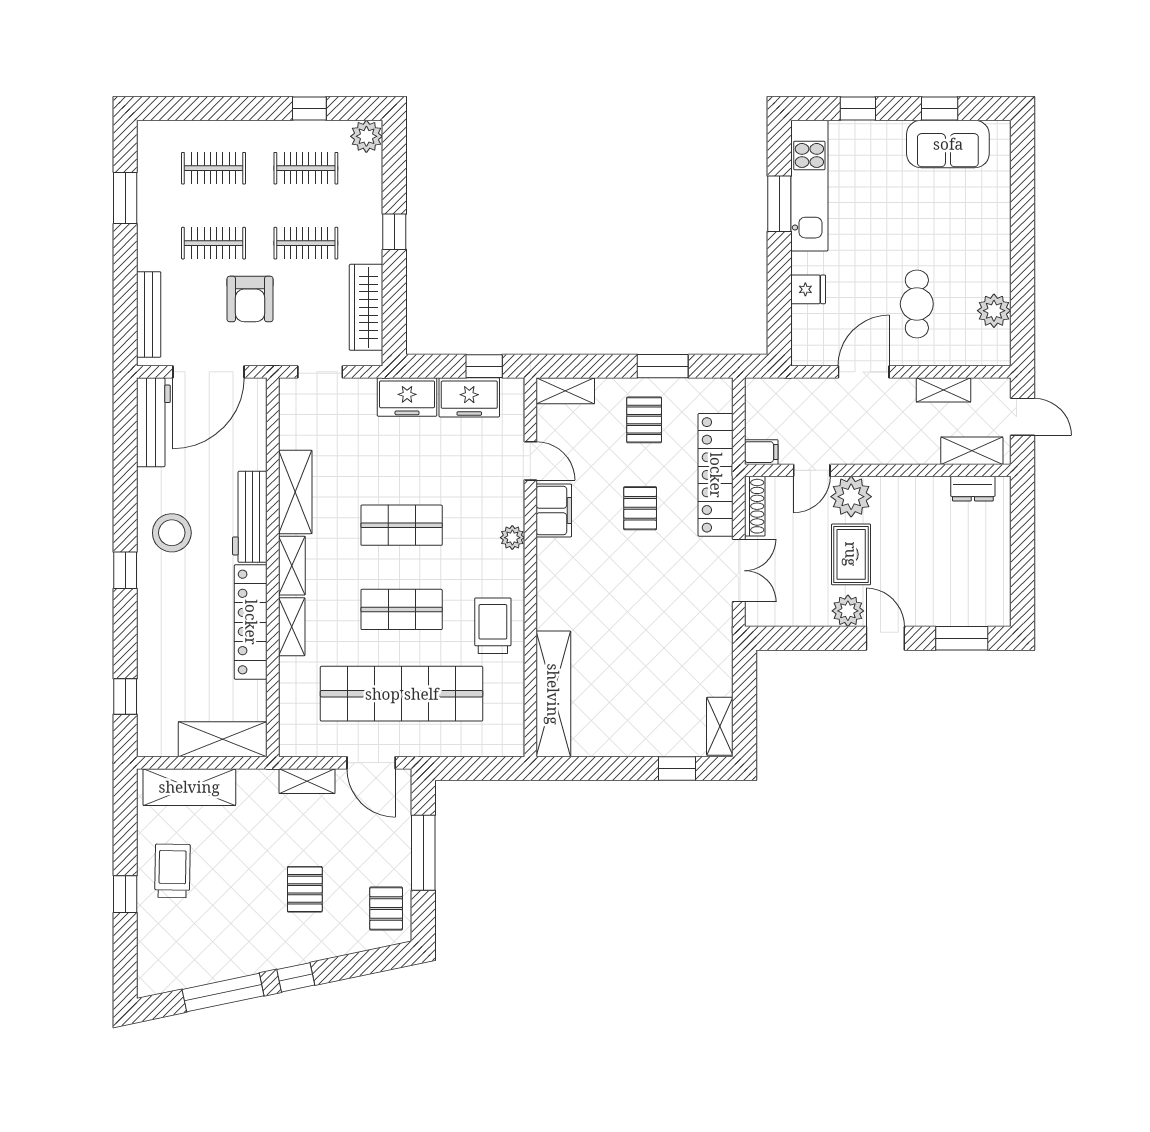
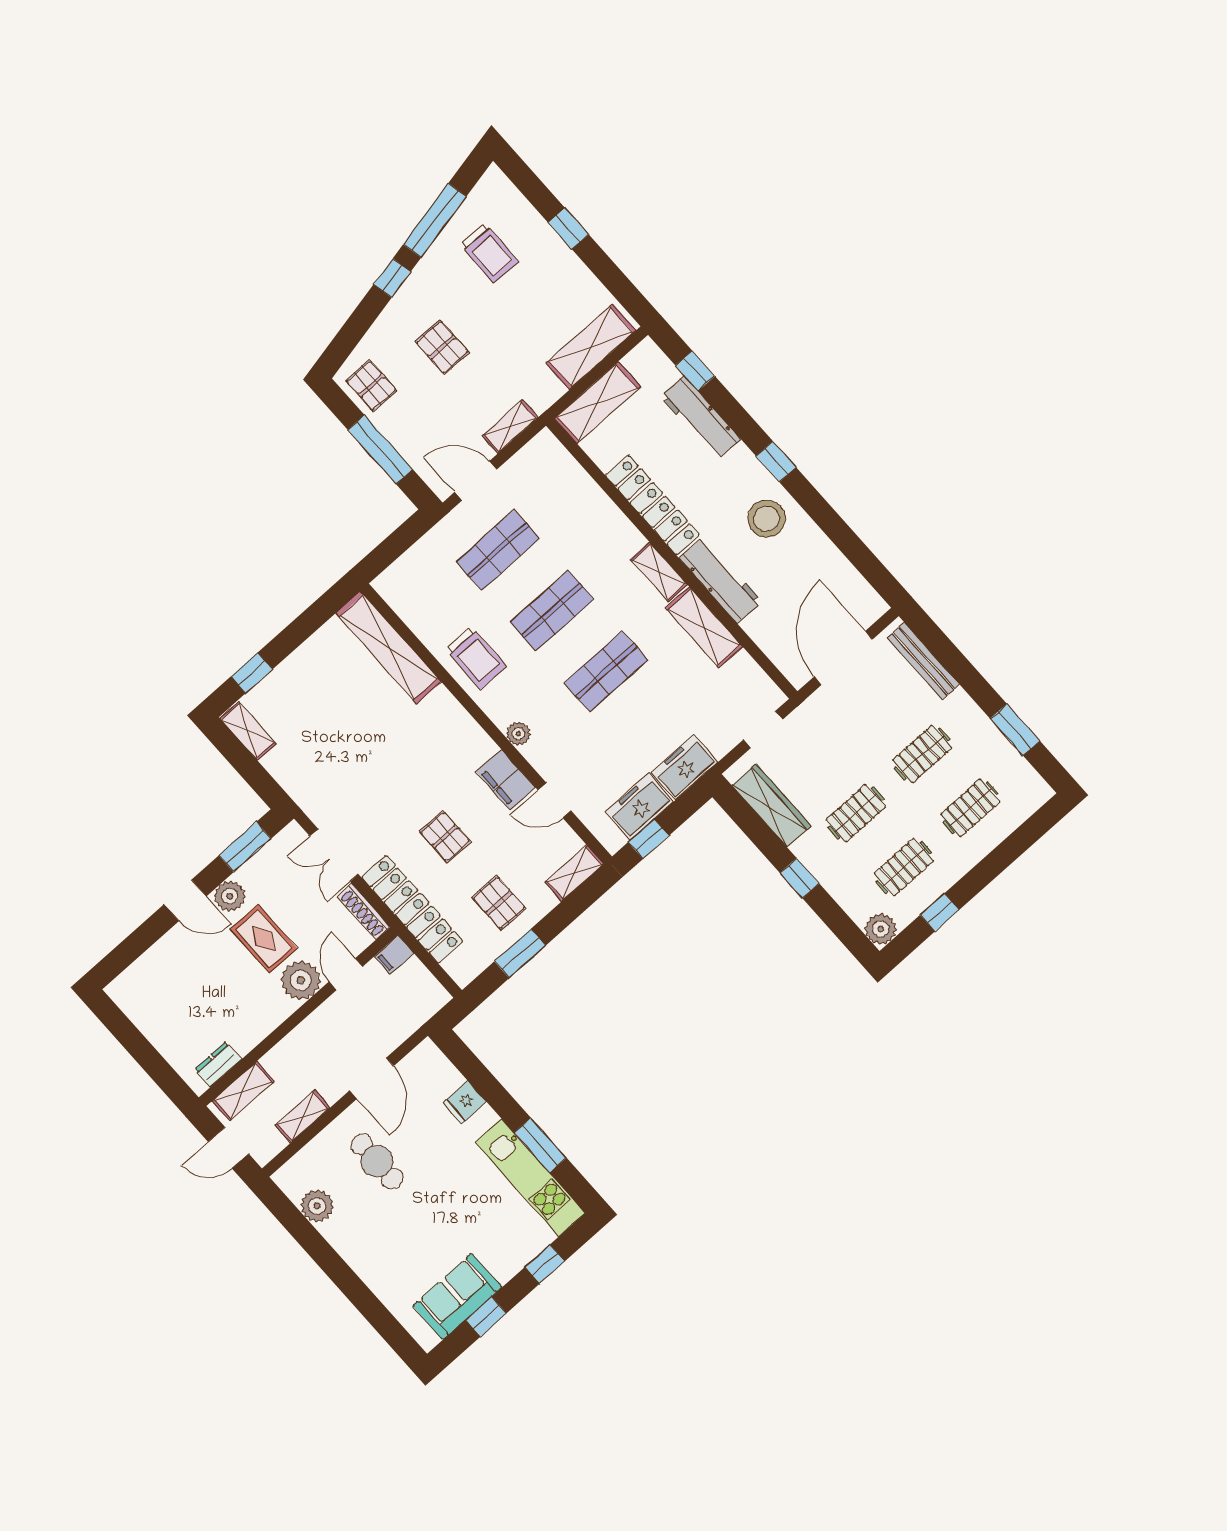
armchair: (250, 299) -> (860, 737), removed
workbench: (153, 422) -> (701, 418), moved
shelving: (292, 627) -> (620, 528), removed
window: (962, 638) -> (245, 847), moved
shop shelf: (402, 694) -> (498, 550), width x0.50, depth x0.74
trolley: (172, 871) -> (489, 253), moved

